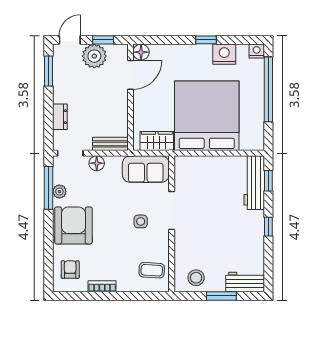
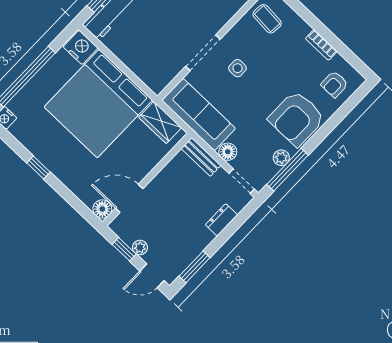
nightstand: (224, 54) -> (81, 47), moved, turned 180
plant: (94, 56) -> (140, 248), width x0.53, depth x0.53
sofa: (146, 169) -> (199, 114), width x1.36

